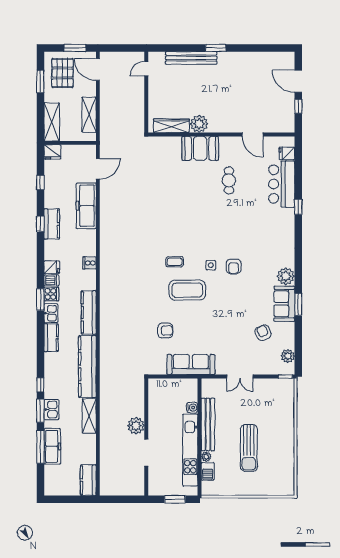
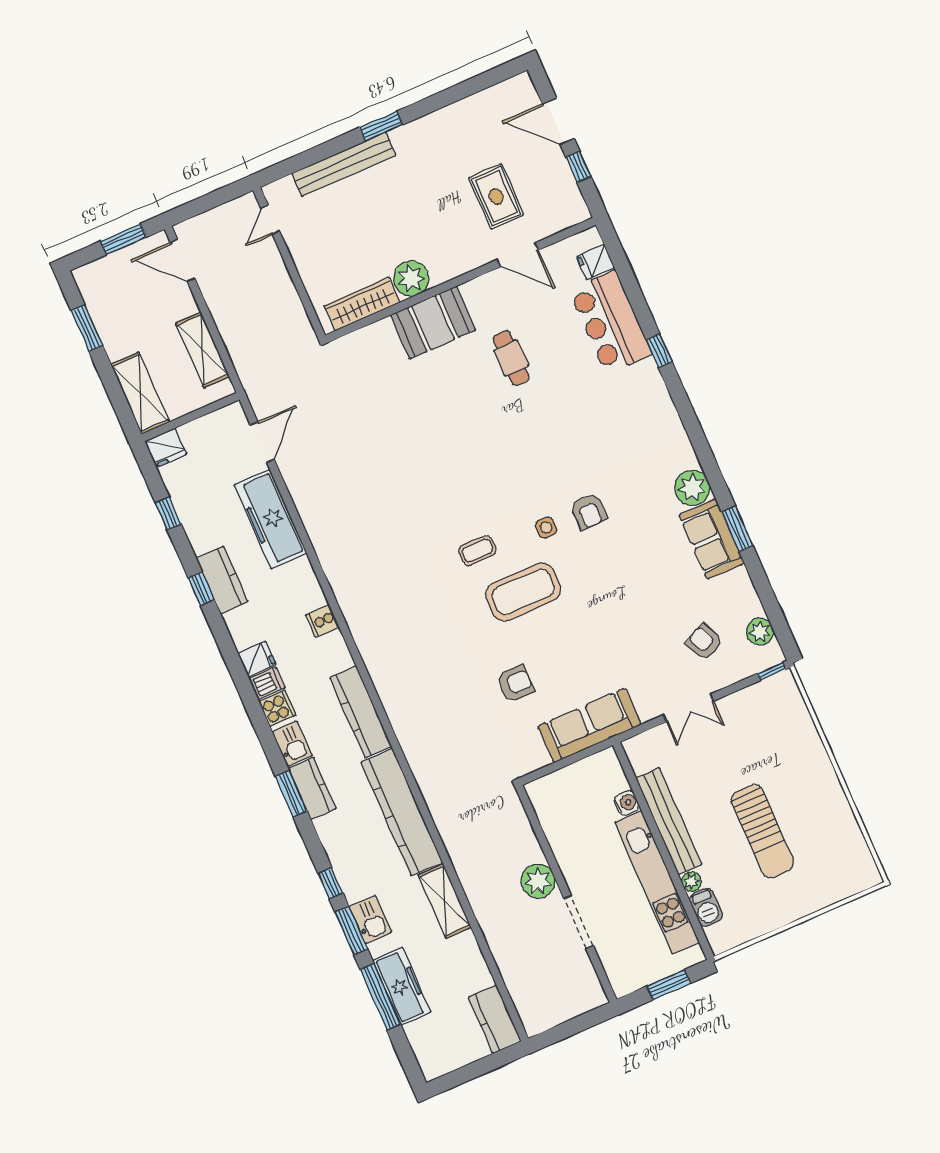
pallet: (62, 73) -> (121, 295), removed
rug: (255, 103) -> (496, 196), added
window: (40, 300) -> (291, 794), moved
armchair: (263, 333) -> (704, 642), moved

